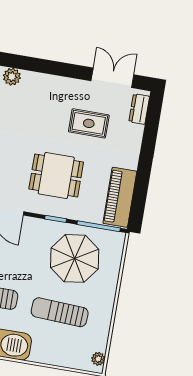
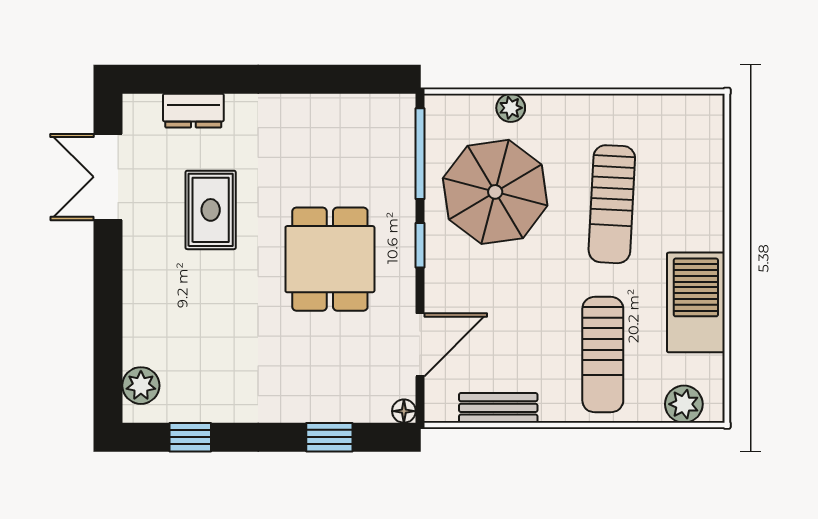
dresser: (139, 109) -> (193, 111), moved
piano: (120, 197) -> (353, 120), removed
plant: (98, 359) -> (511, 108), moved

